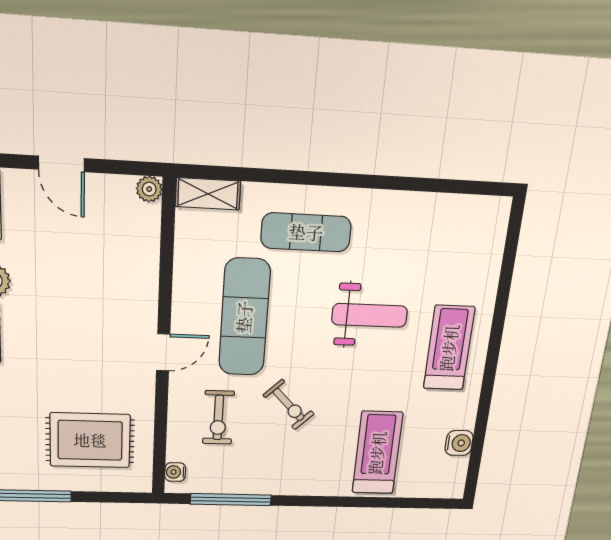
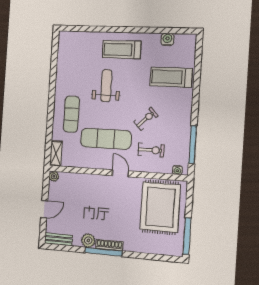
rug: (90, 440) -> (160, 207), width x1.37, depth x1.44

